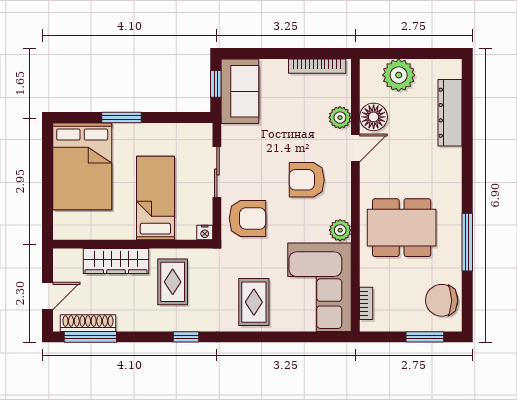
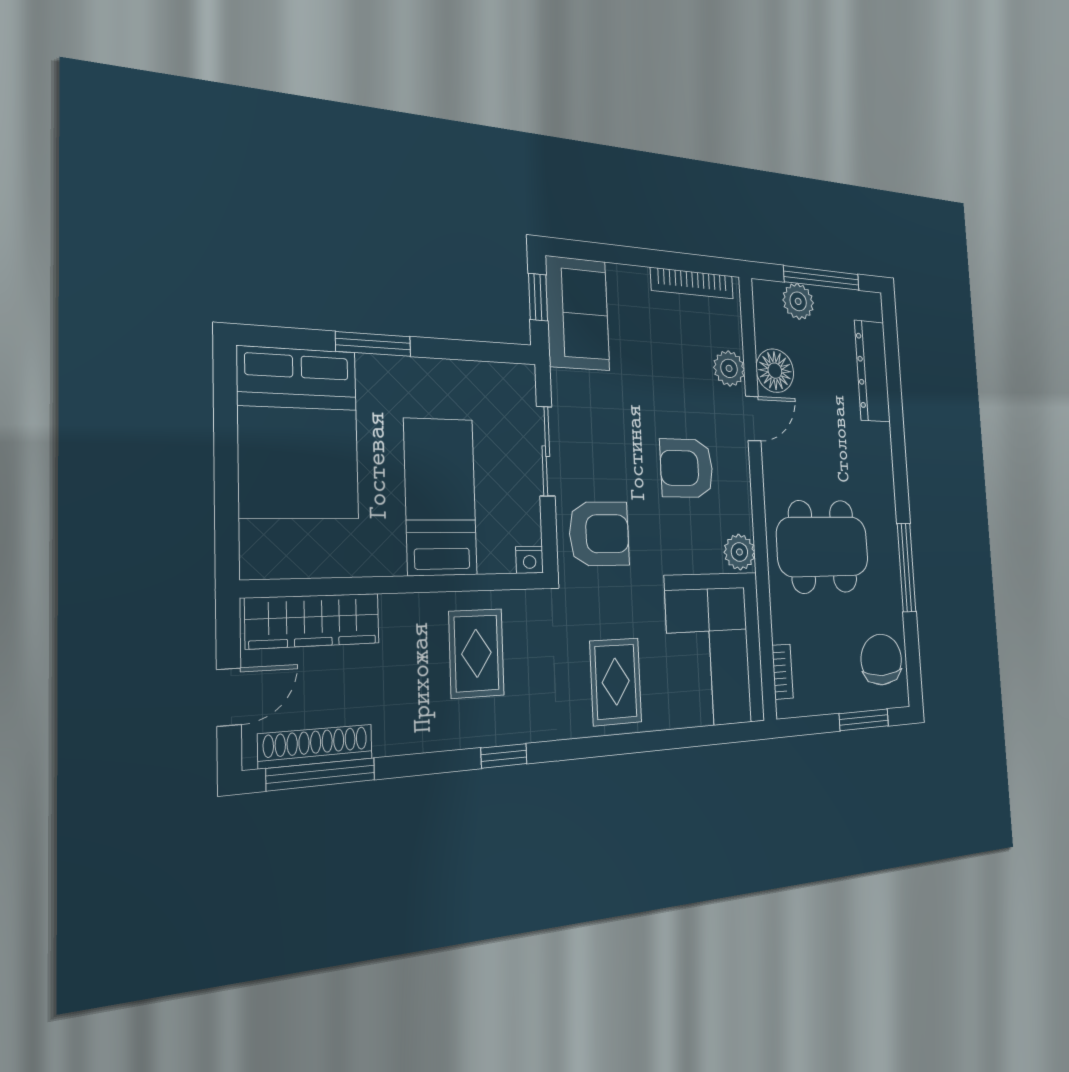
window: (414, 54) -> (822, 278), added
plant: (399, 75) -> (798, 301), width x0.73, depth x0.73
wardrobe: (116, 261) -> (313, 621), moved
chair: (442, 300) -> (881, 659), turned 90

